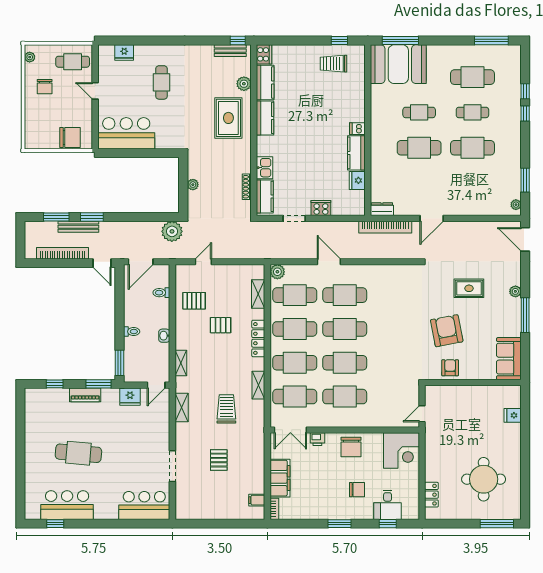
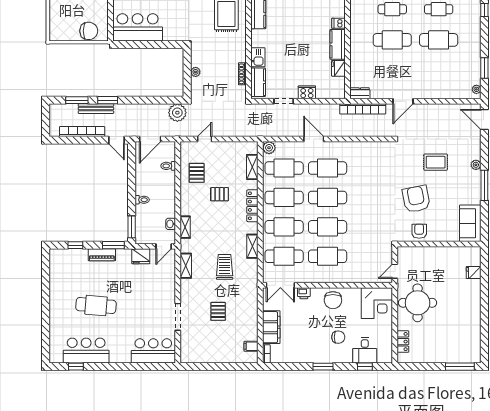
pallet: (194, 301) -> (197, 173), turned 90
washbasin: (164, 336) -> (171, 224), moved
round table: (484, 479) -> (418, 303), moved

